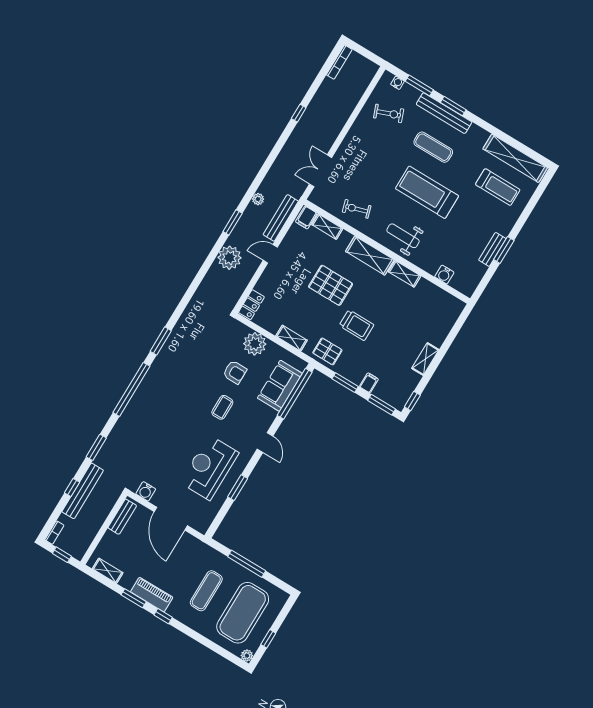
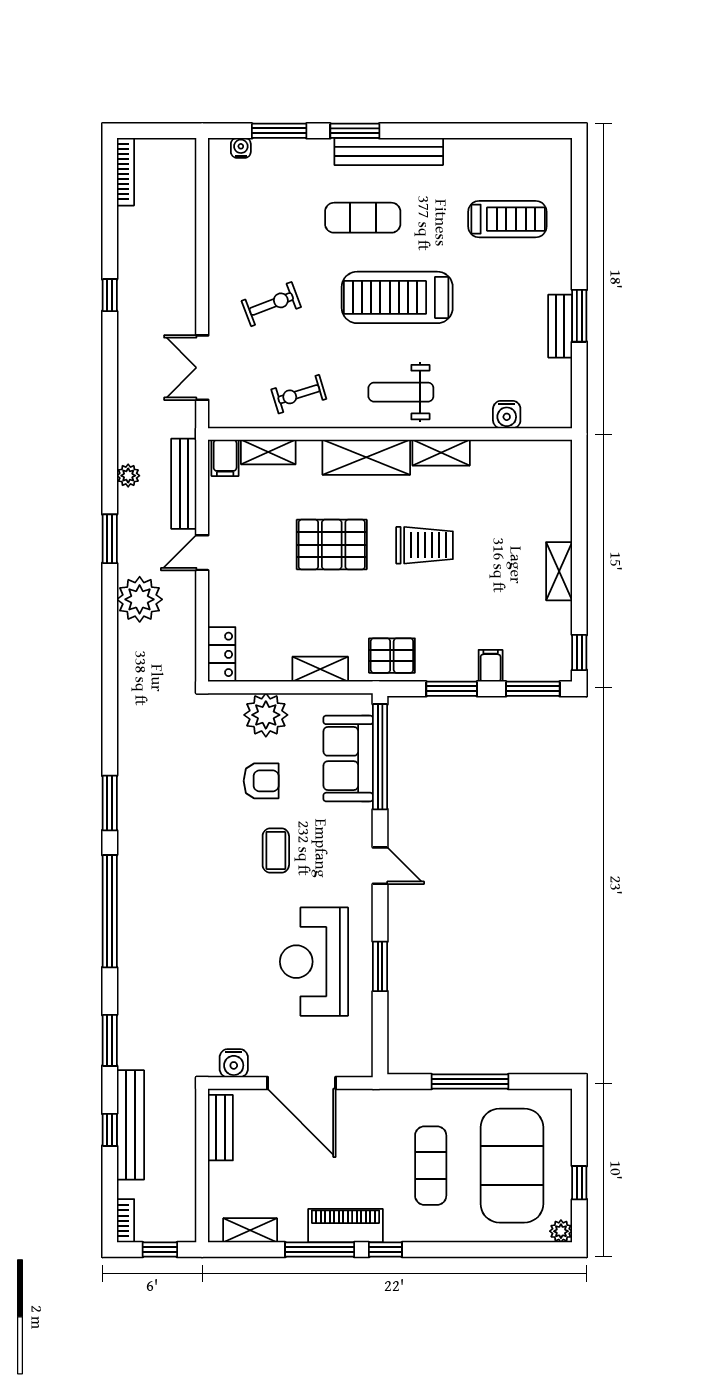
exercise bike: (389, 113) -> (271, 304), moved
bench: (444, 113) -> (389, 152), moved
shelving: (515, 158) -> (507, 155), removed
trolley: (356, 325) -> (425, 545), moved
window: (134, 598) -> (320, 1250), width x1.44

